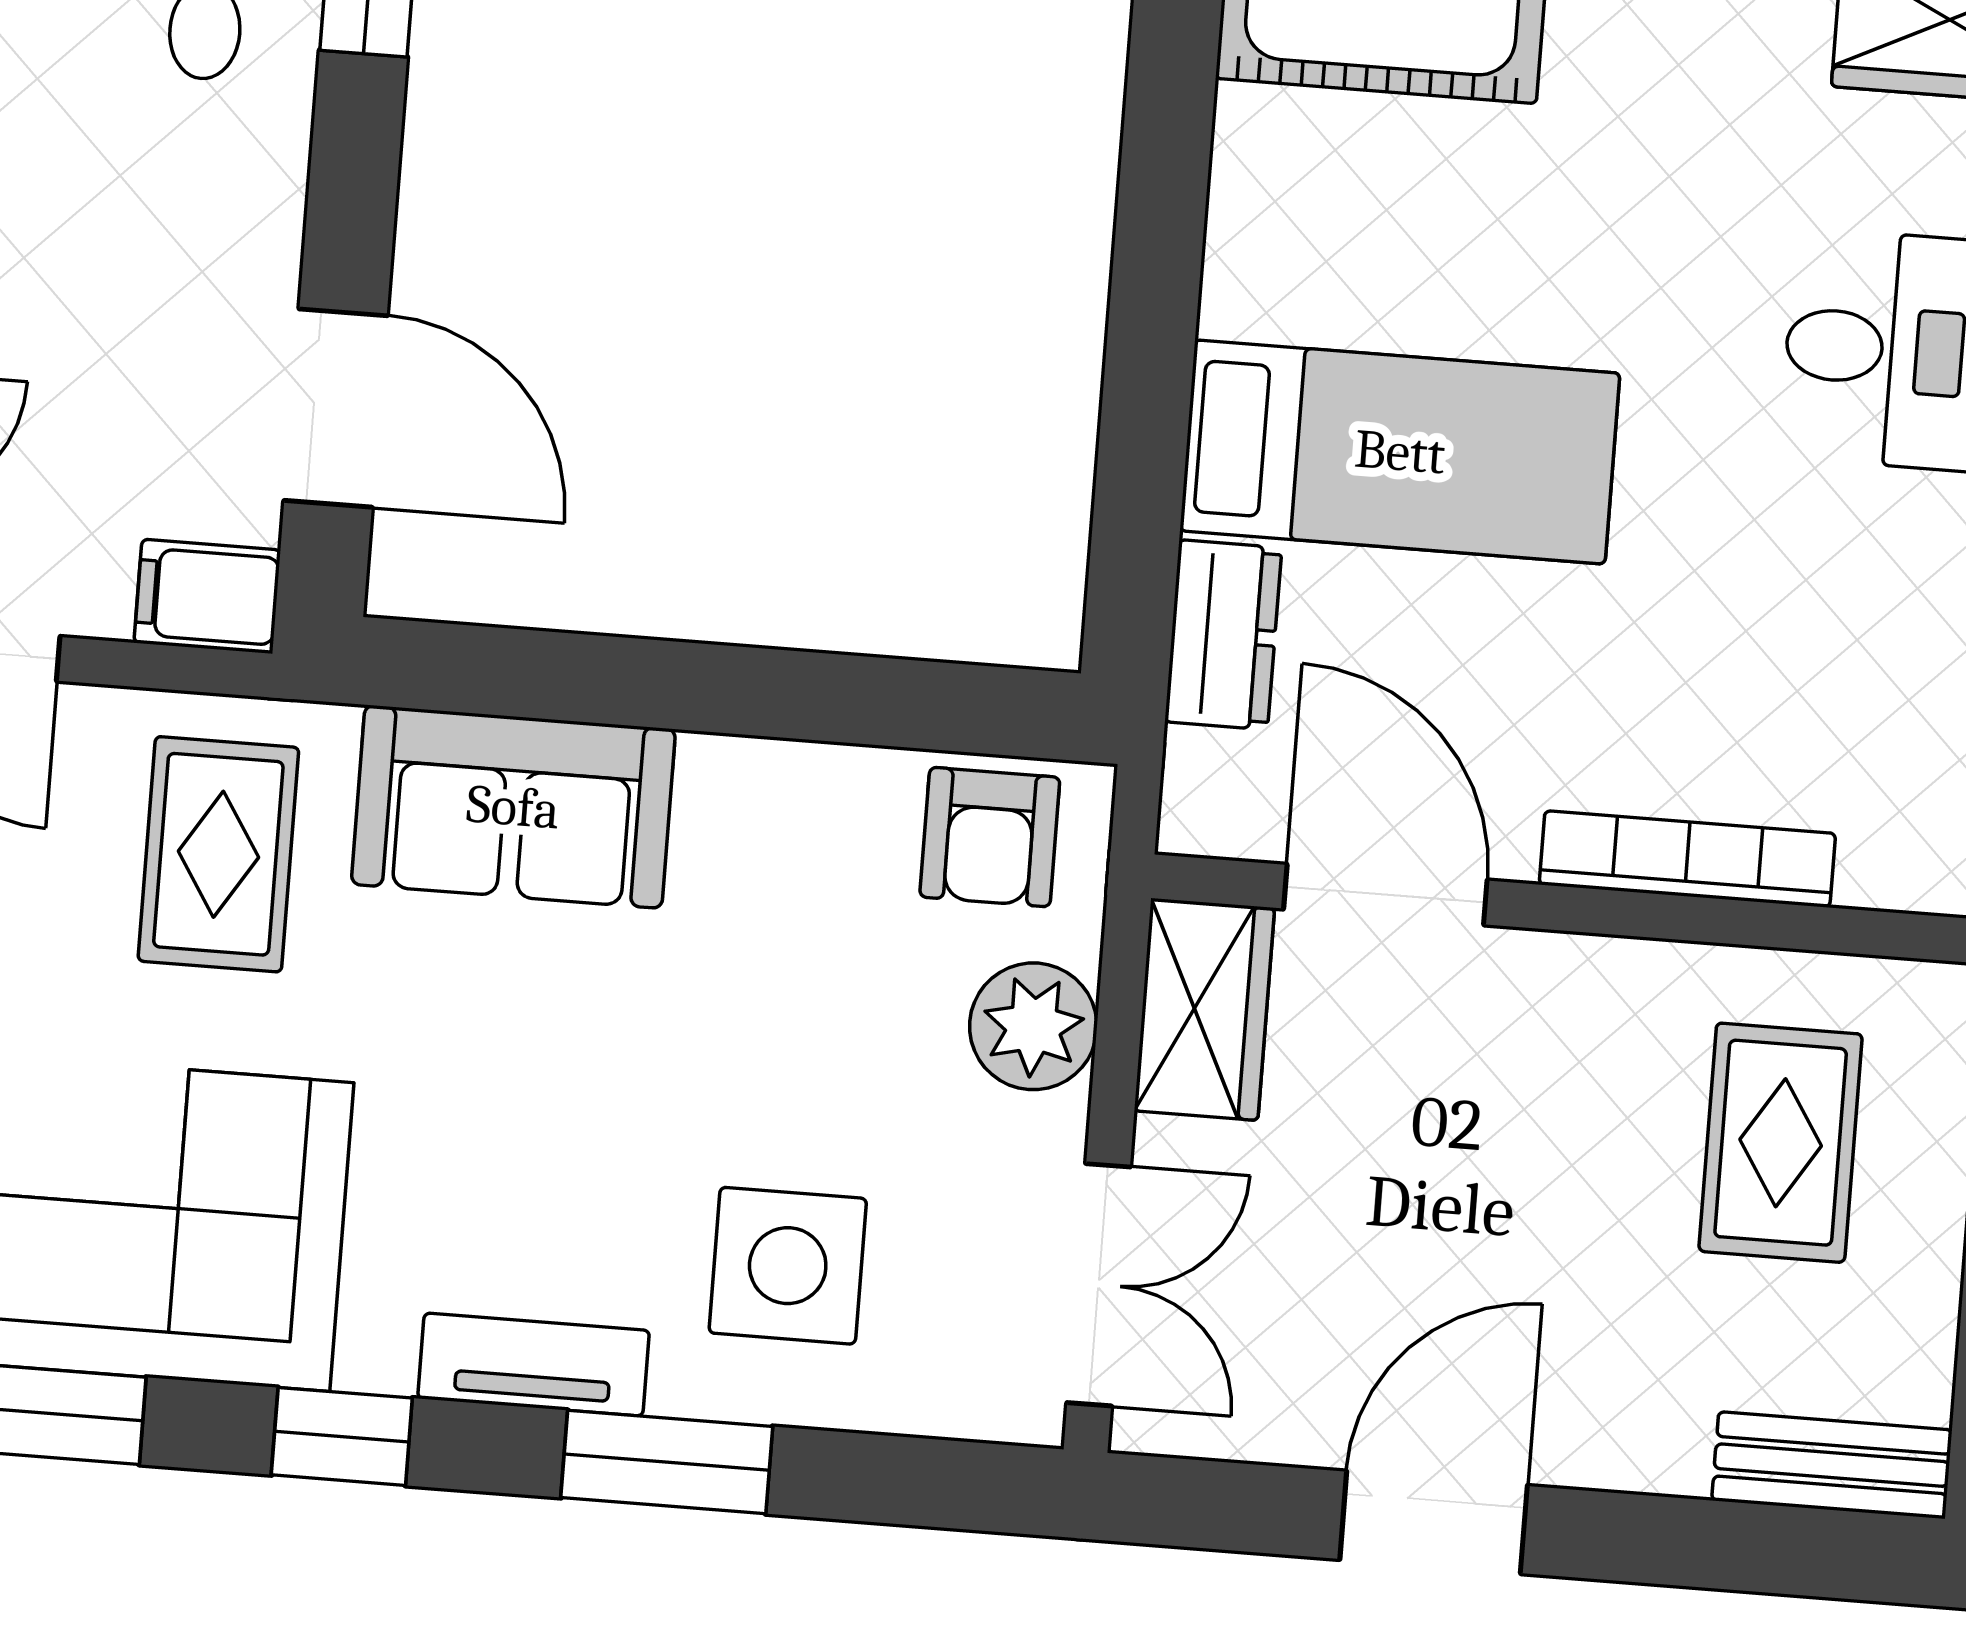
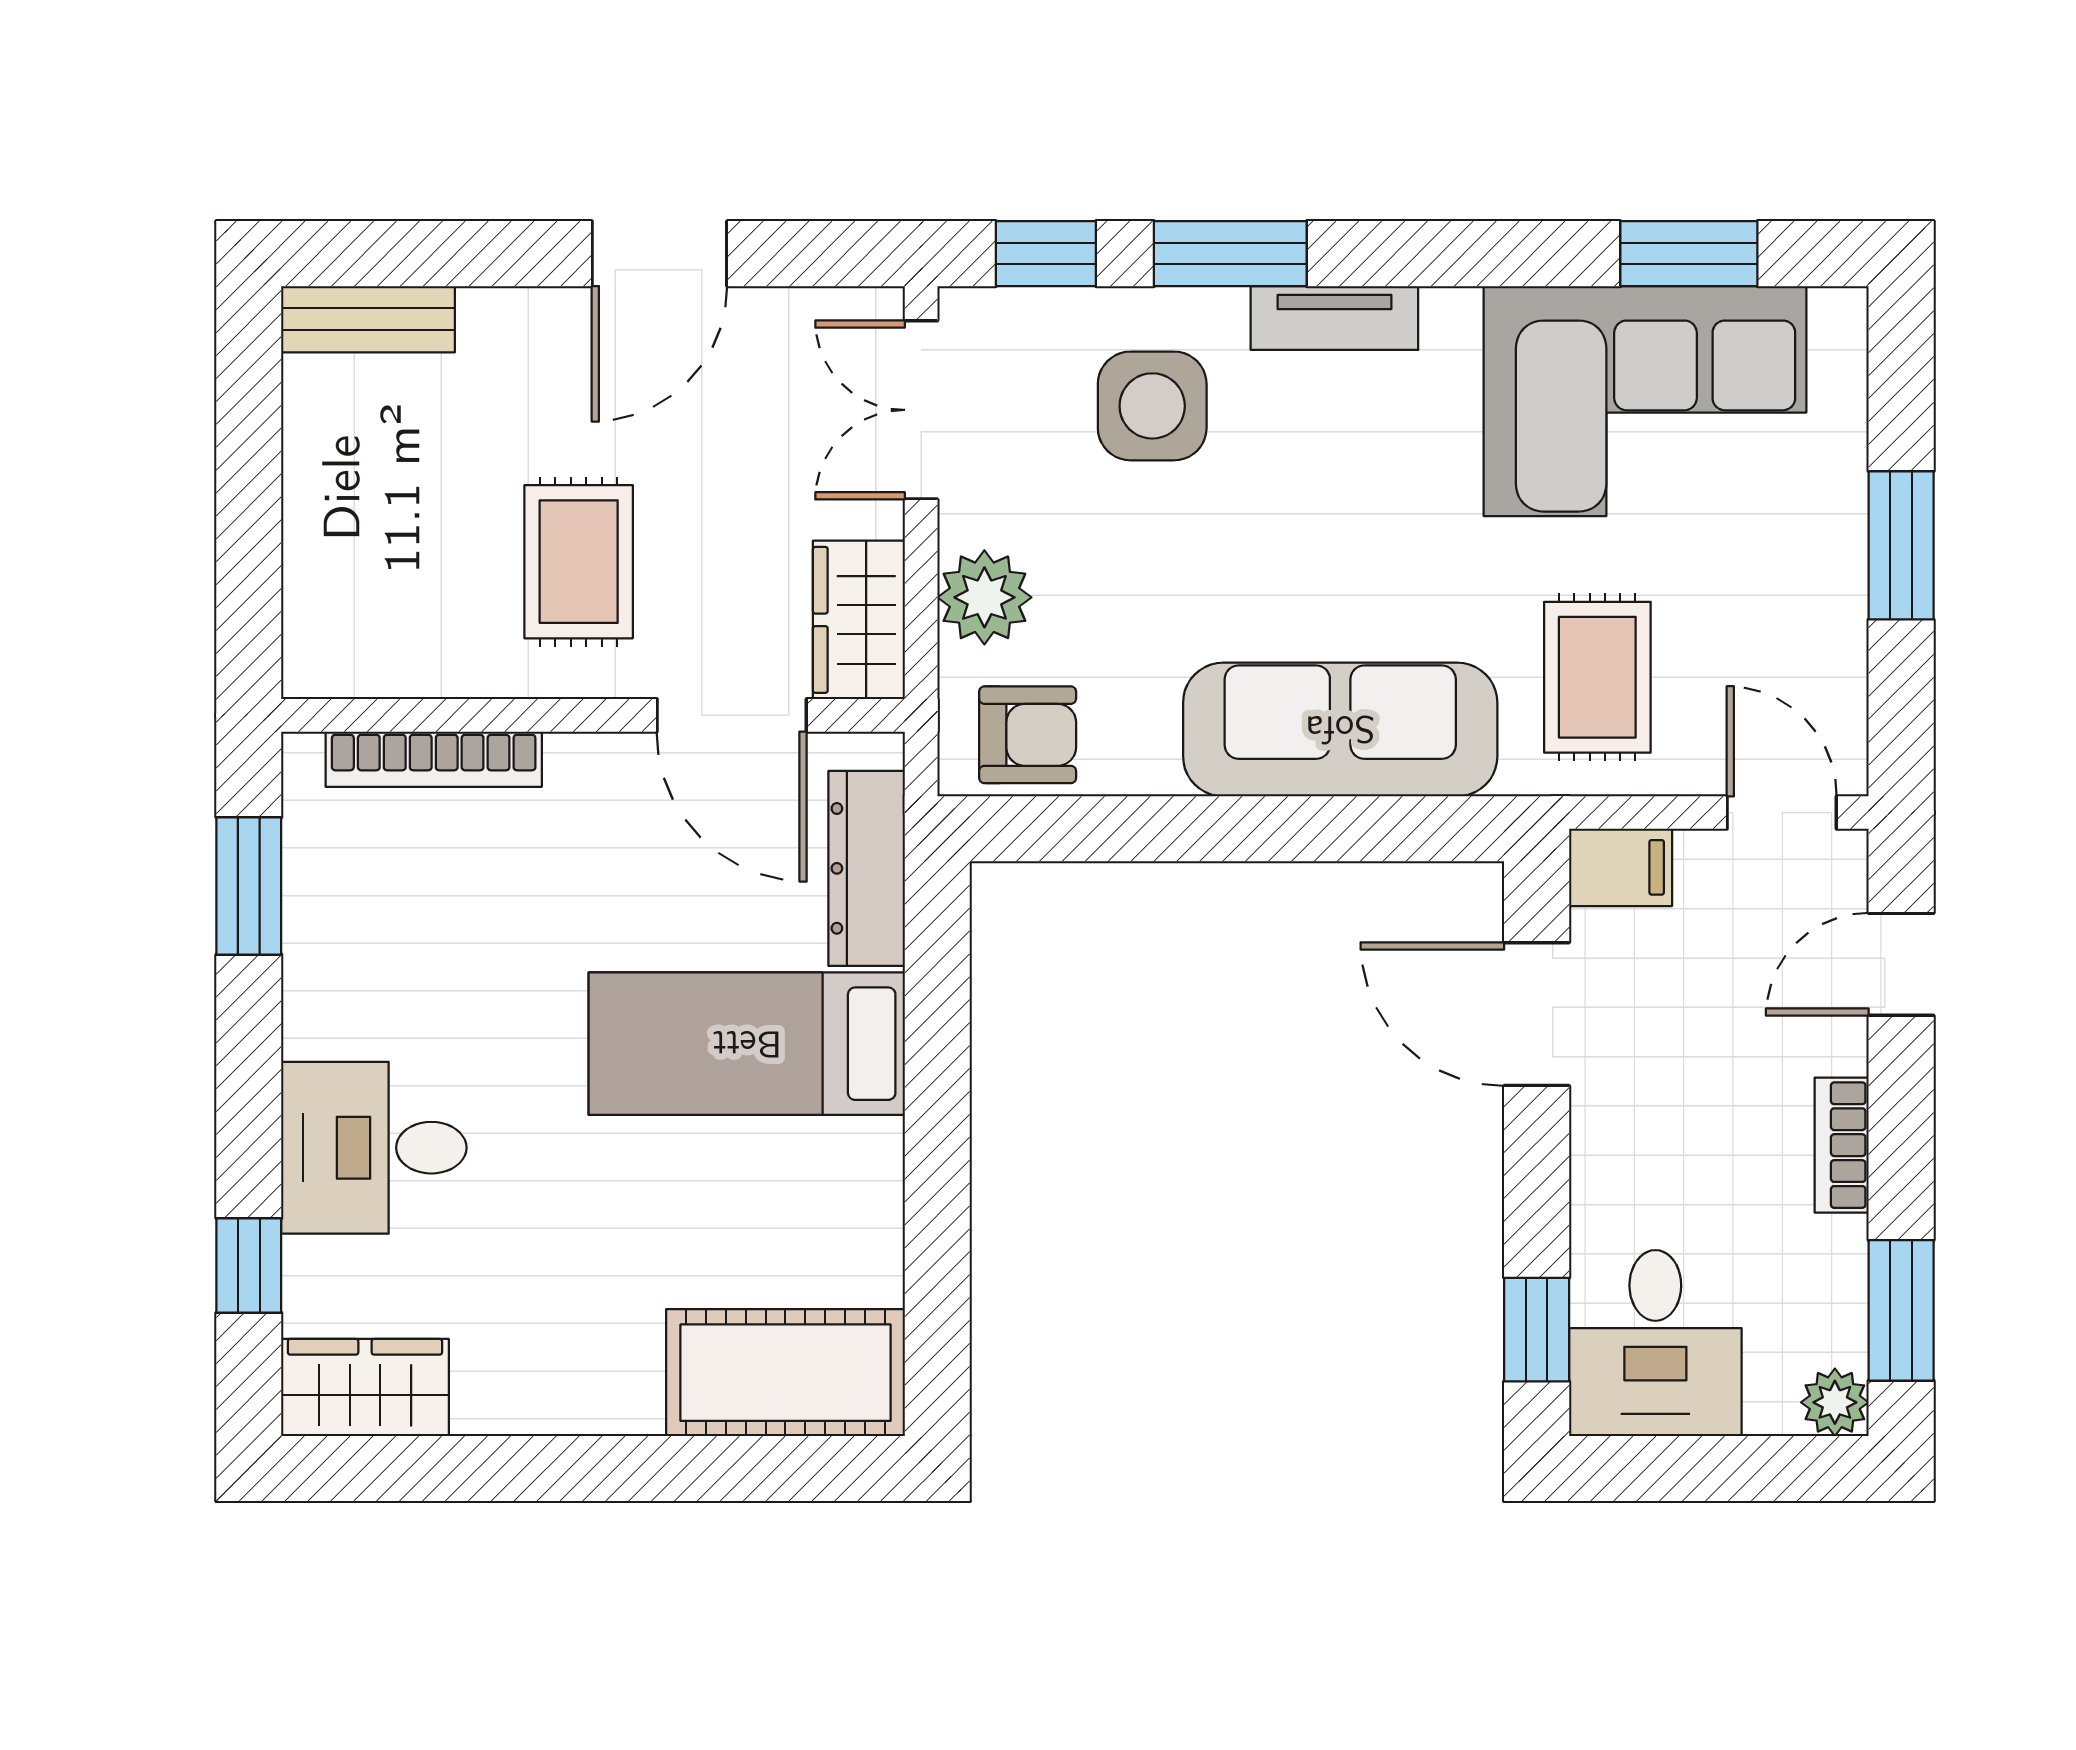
dresser: (1223, 635) -> (867, 868), width x1.44
sofa: (513, 807) -> (1340, 729), width x1.36
armchair: (990, 837) -> (1028, 735), turned 90
bookcase: (1687, 859) -> (434, 759), moved
rug: (1781, 1143) -> (579, 562), moved
window: (342, 1436) -> (1046, 254), moved

